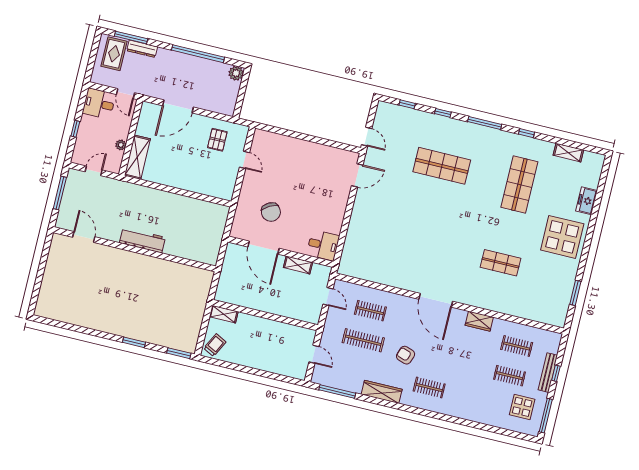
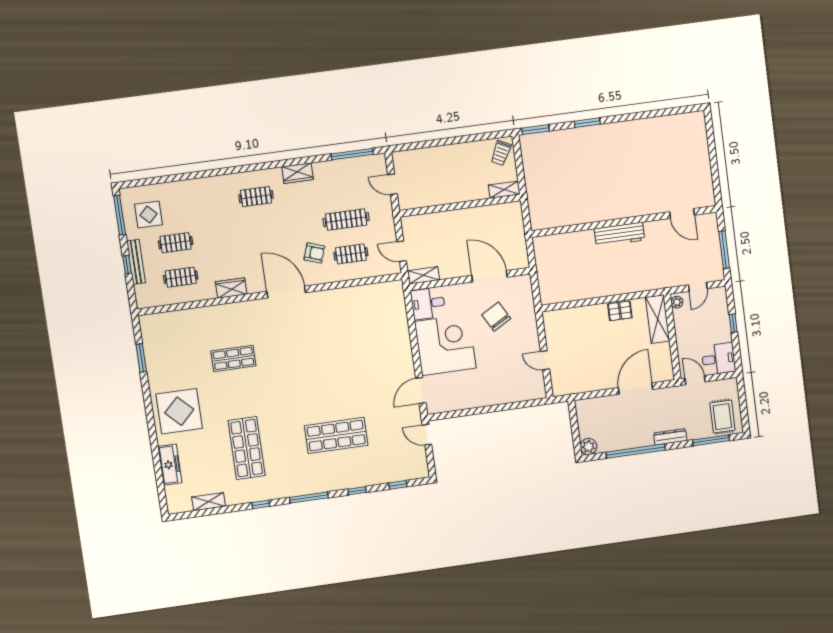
dresser: (142, 49) -> (670, 437), moved
pallet: (217, 140) -> (620, 311), moved, turned 90
plant: (121, 145) -> (677, 302), moved
freezer: (587, 201) -> (170, 465), width x1.40
corner desk: (322, 205) -> (445, 345), added
shelving: (298, 265) -> (423, 275), moved
armchair: (406, 355) -> (314, 253), moved
wardrobe: (382, 392) -> (298, 173), width x0.67

